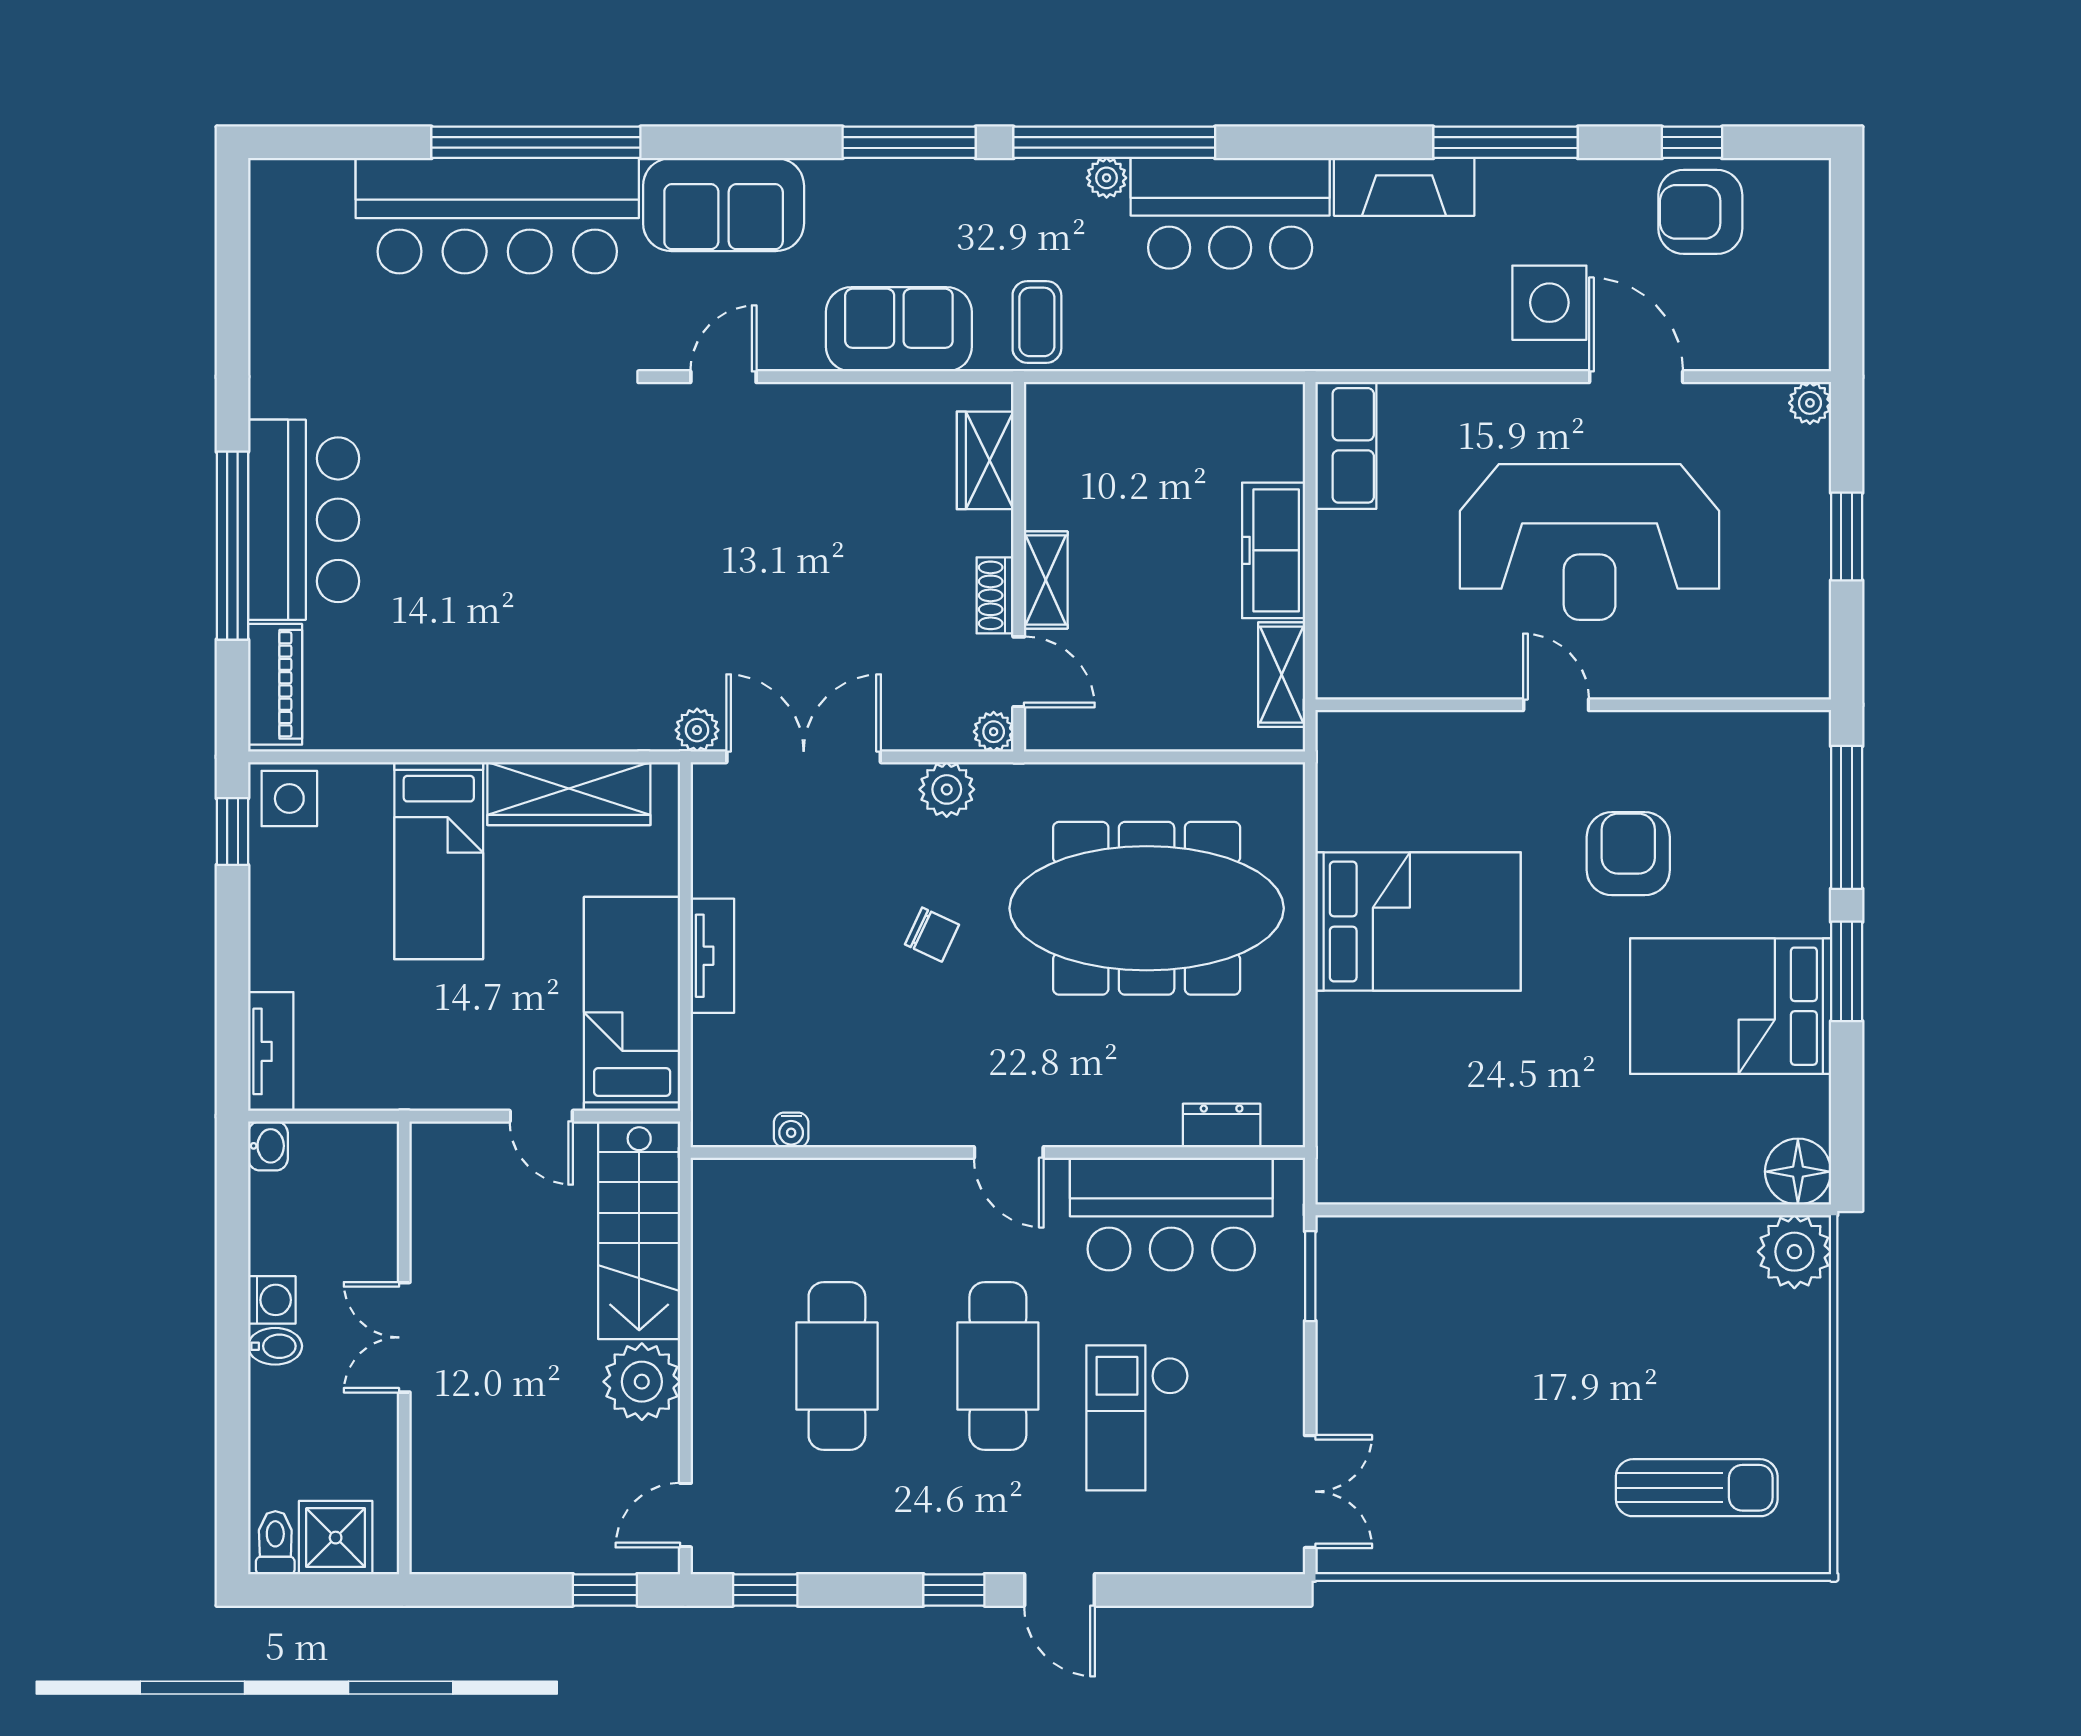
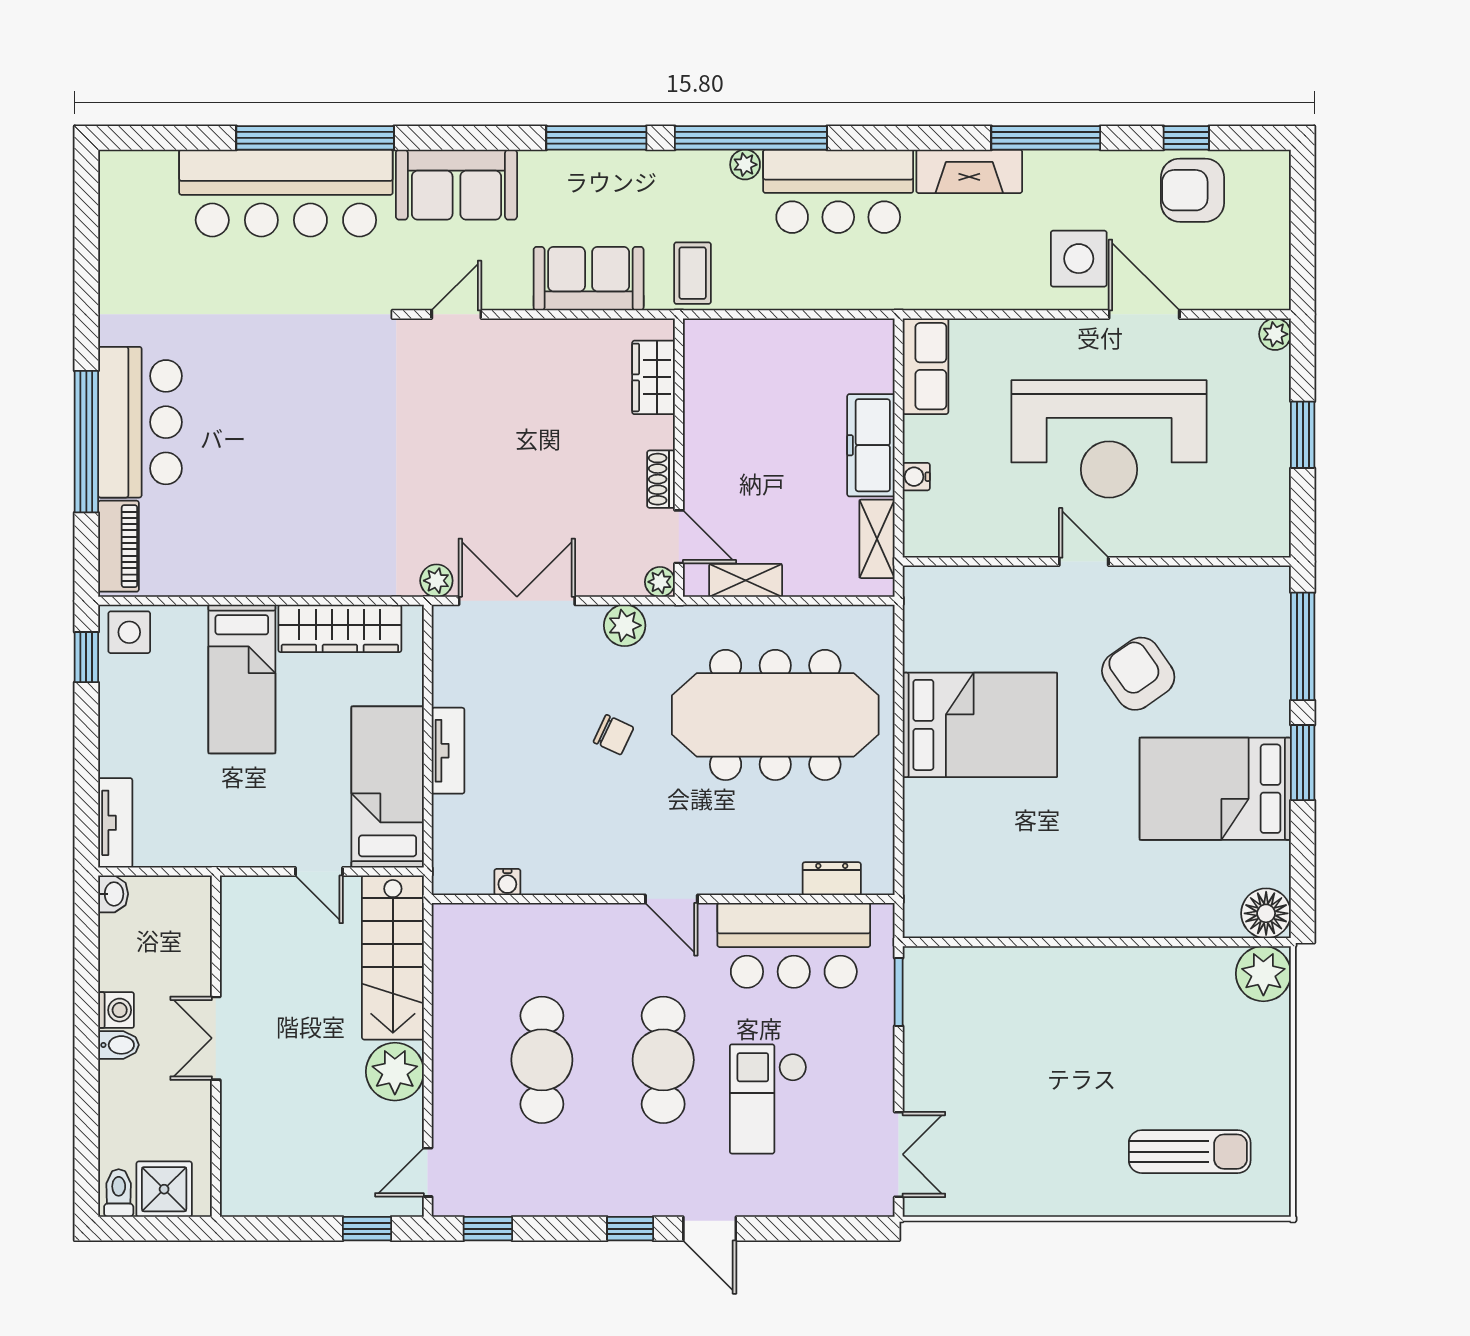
shelving: (1046, 580) -> (746, 580), moved, turned 90
water cooler: (1334, 592) -> (916, 477), added
armchair: (1628, 854) -> (1138, 674), turned -35

